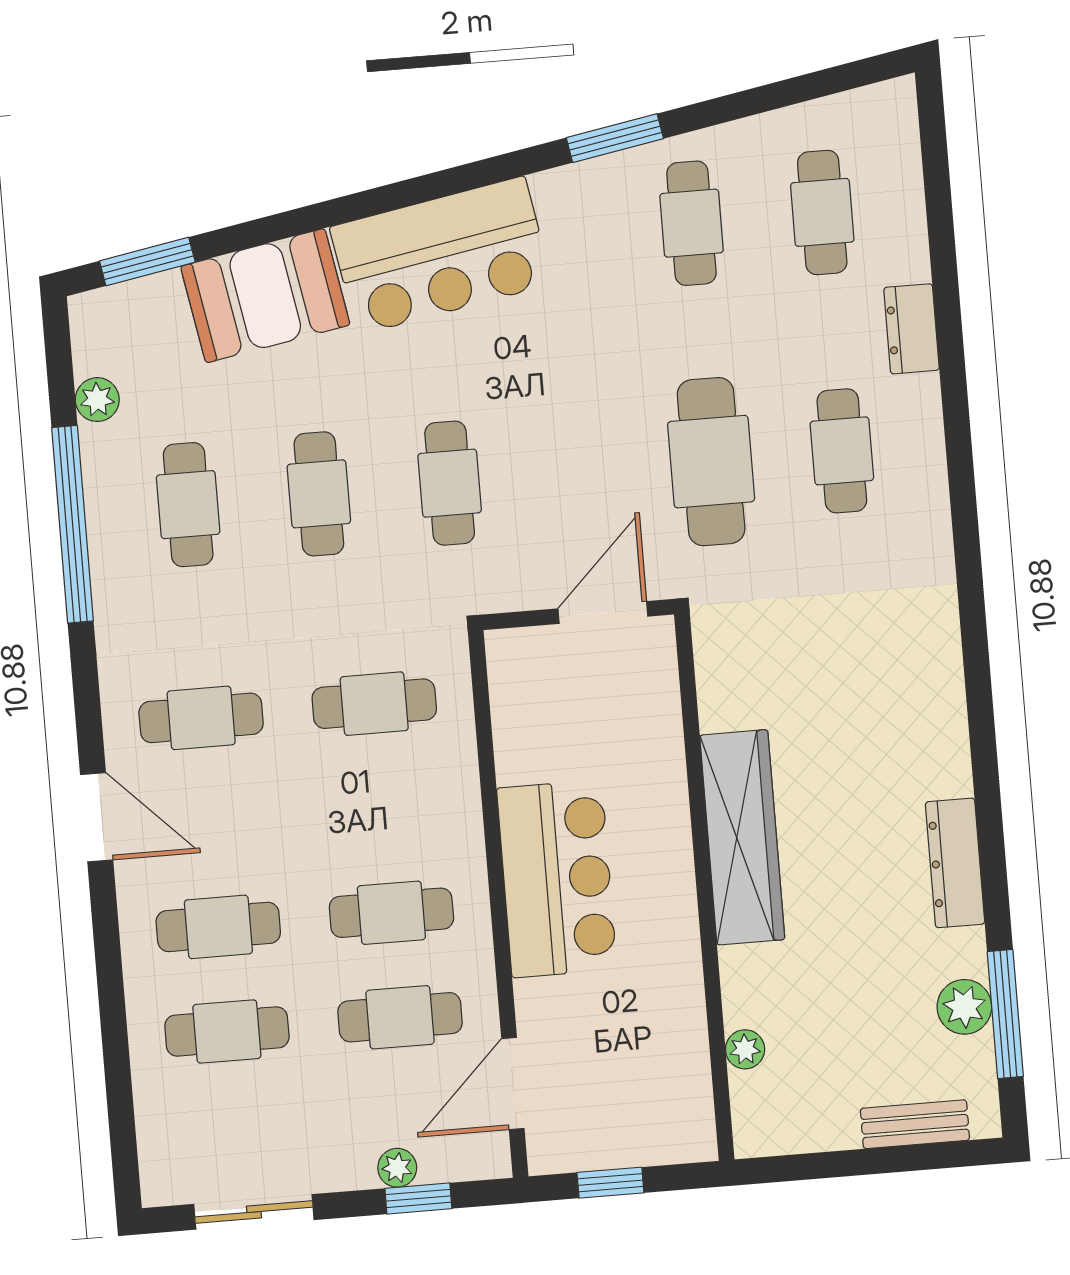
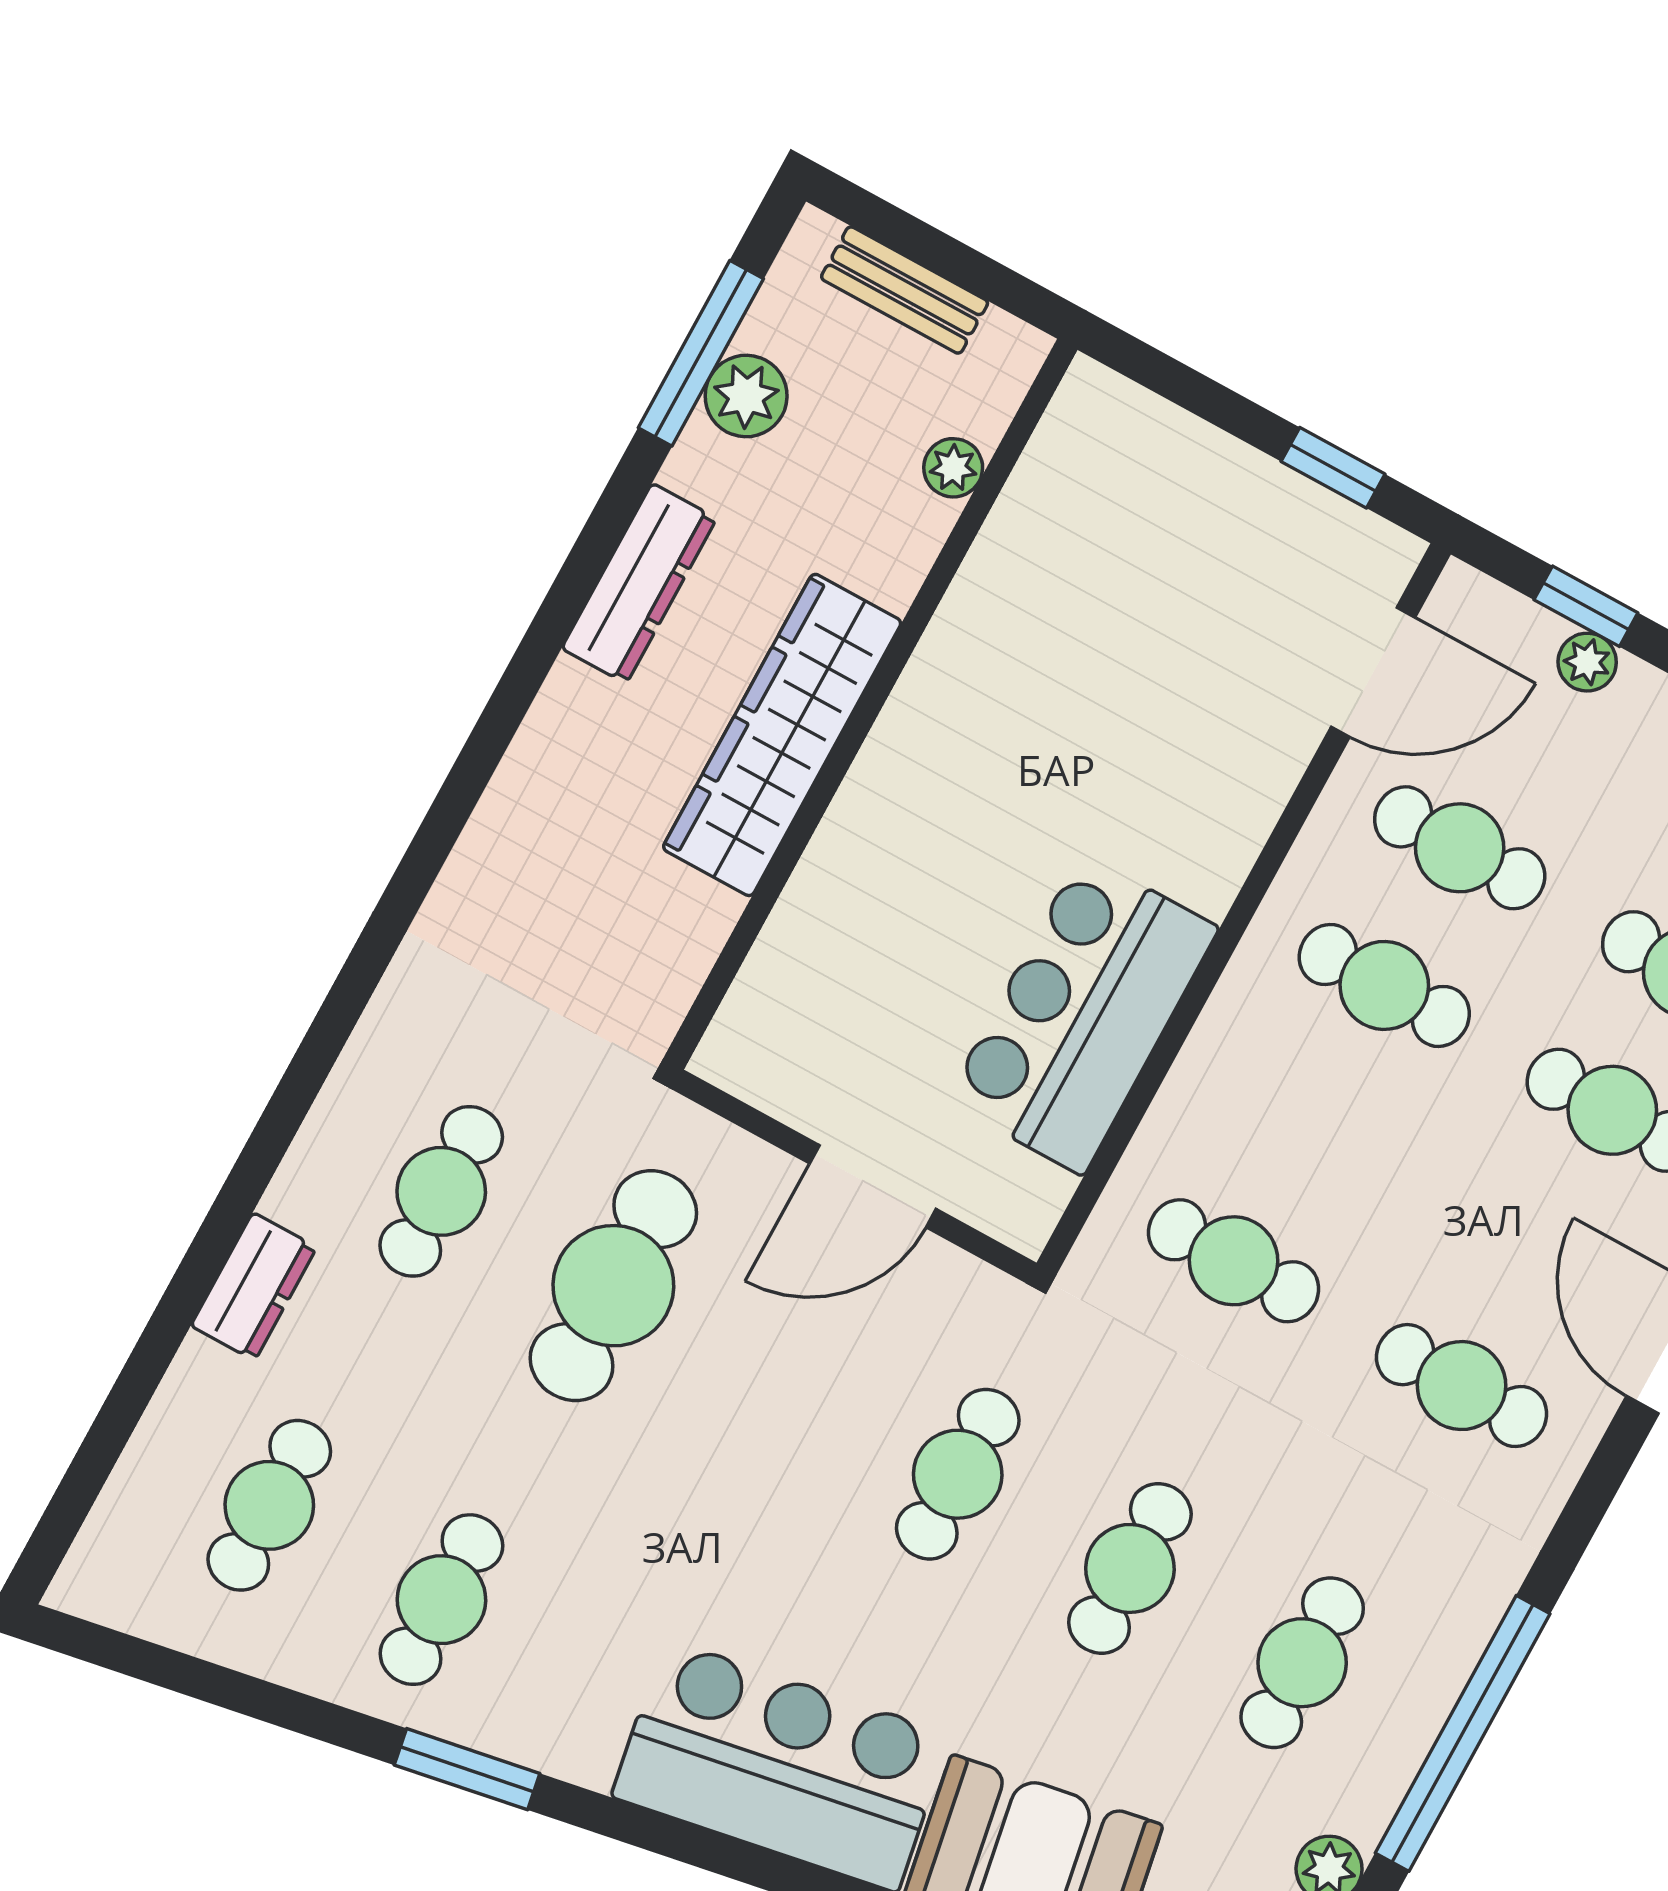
wardrobe: (742, 837) -> (782, 735), moved
bar counter: (557, 879) -> (1082, 1014), moved
wall: (704, 887) -> (870, 704), moved
plant: (745, 1049) -> (953, 468), moved

